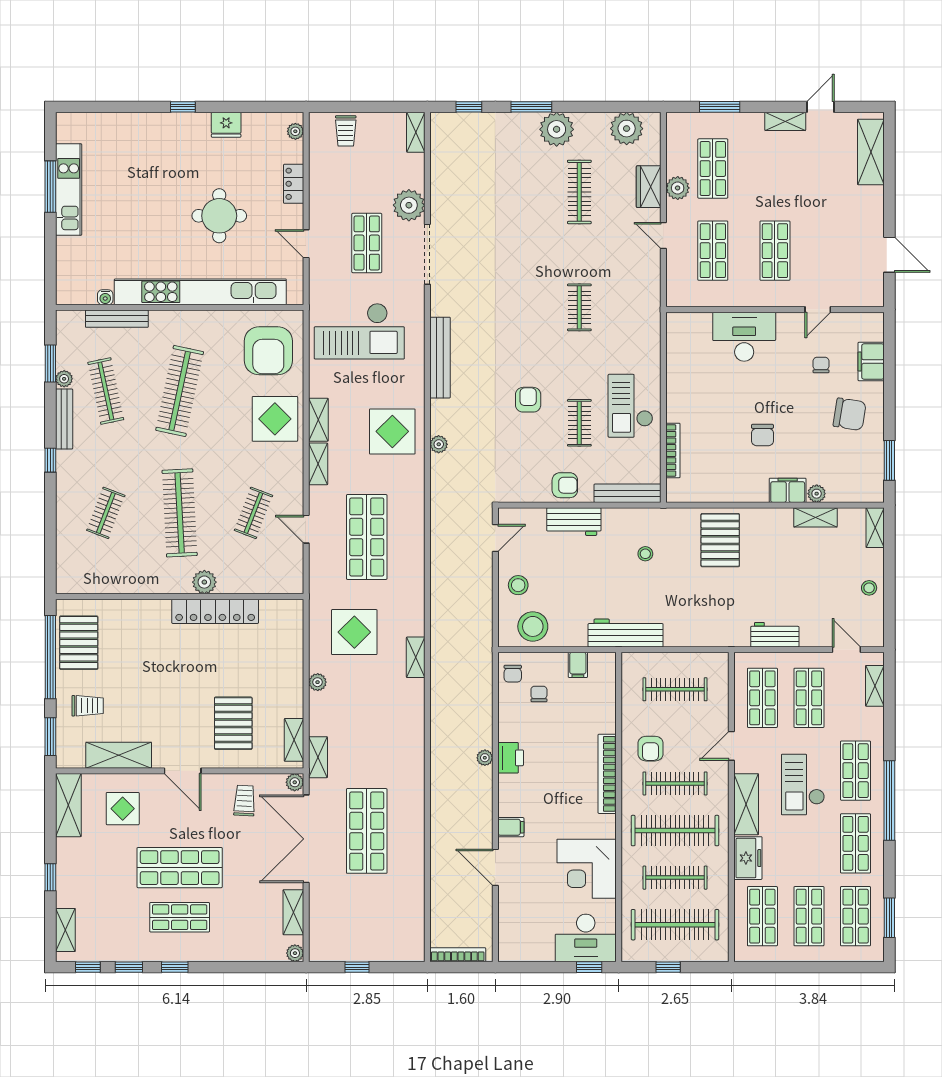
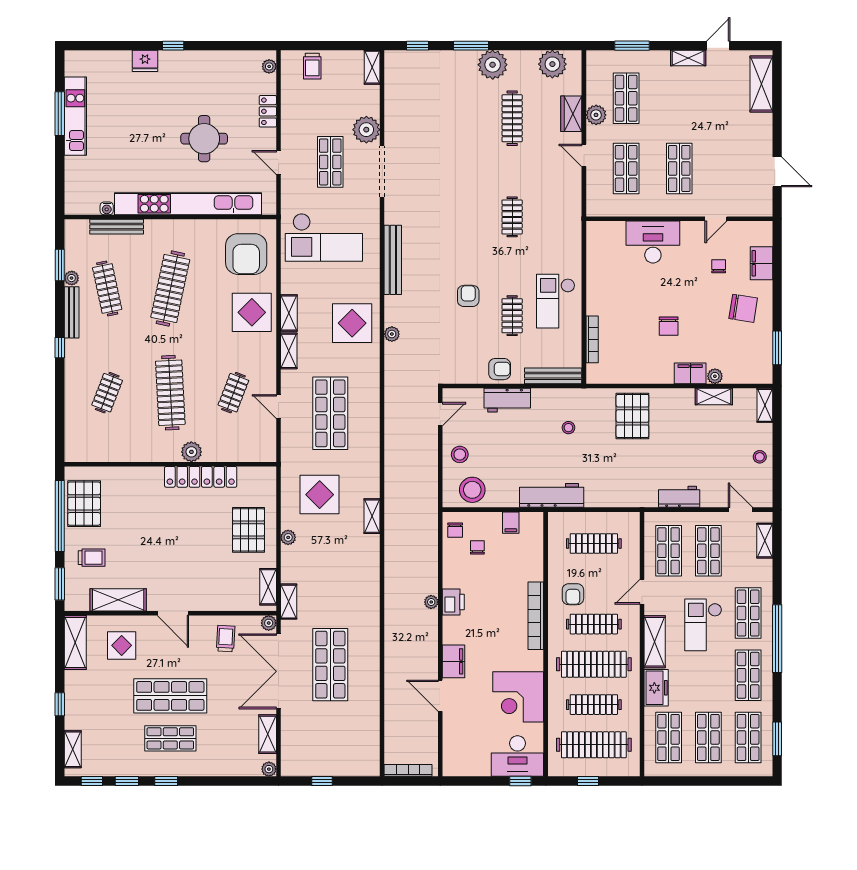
fridge: (226, 125) -> (145, 61), moved
pallet: (233, 723) -> (249, 530), moved
filing cabinet: (511, 827) -> (453, 661), width x2.00

